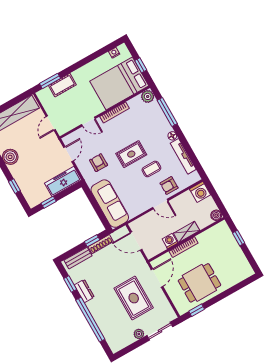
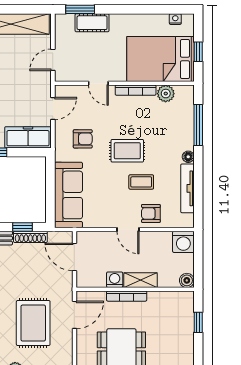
plant: (148, 96) -> (166, 94), moved
armchair: (99, 163) -> (83, 139), turned 90

